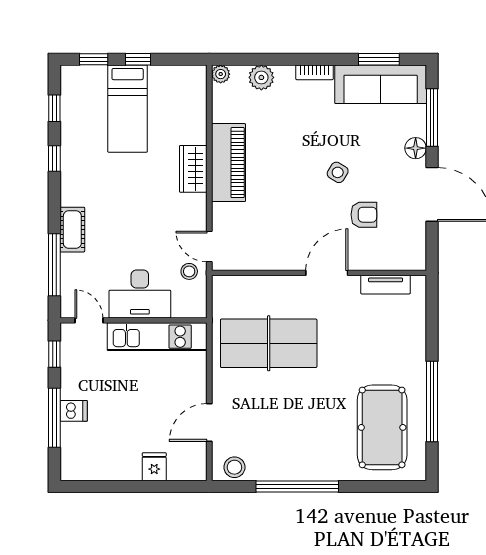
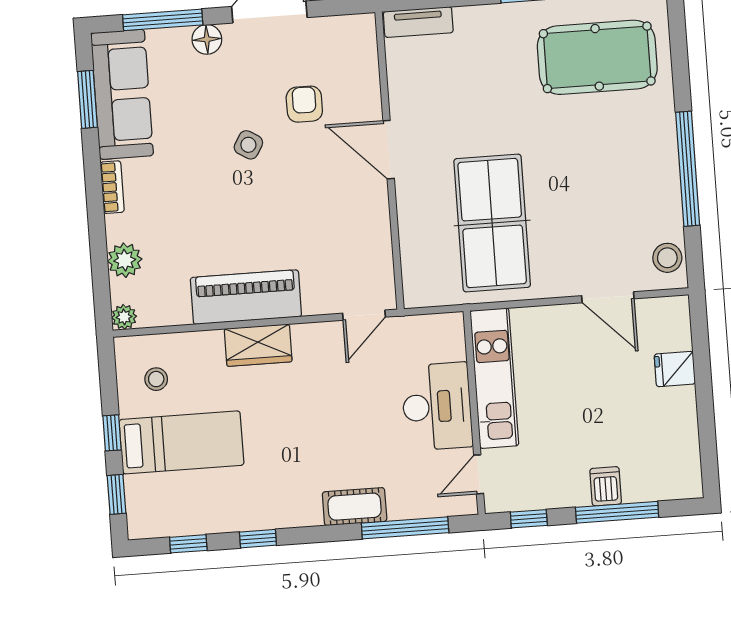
stool: (189, 271) -> (156, 379), moved
tv unit: (386, 285) -> (418, 22), moved, turned 90

